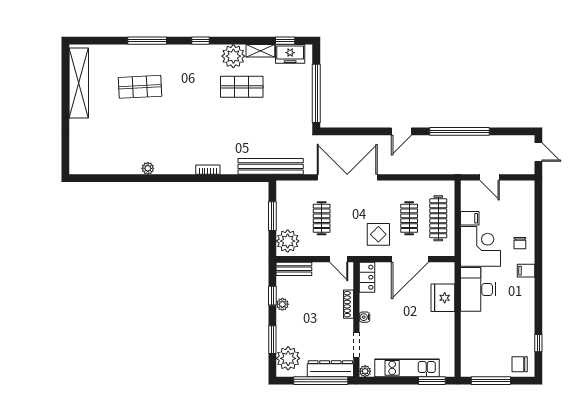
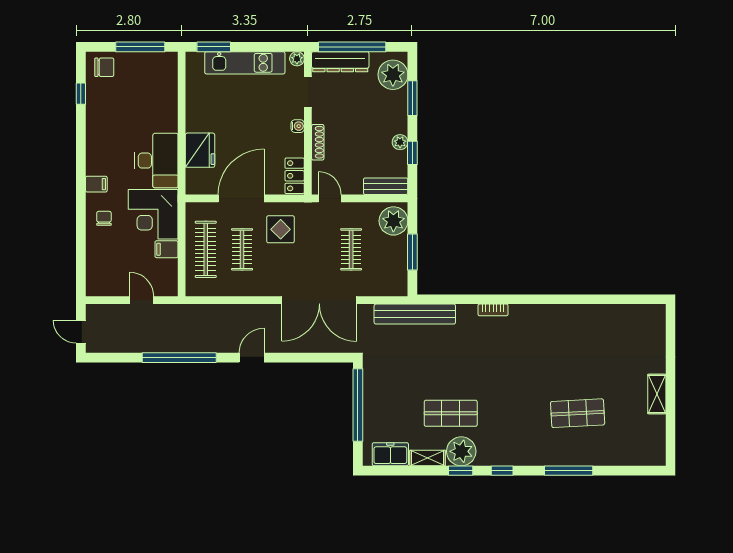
window: (285, 41) -> (461, 471), moved
shelving: (79, 83) -> (657, 394), width x0.45, depth x0.75
plant: (148, 168) -> (568, 312), removed

